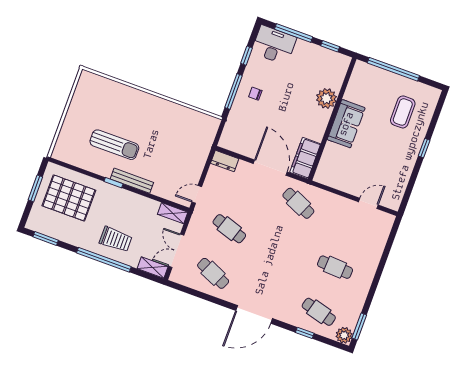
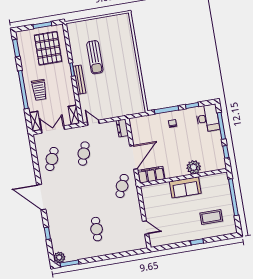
cafe table: (319, 312) -> (65, 235), removed

